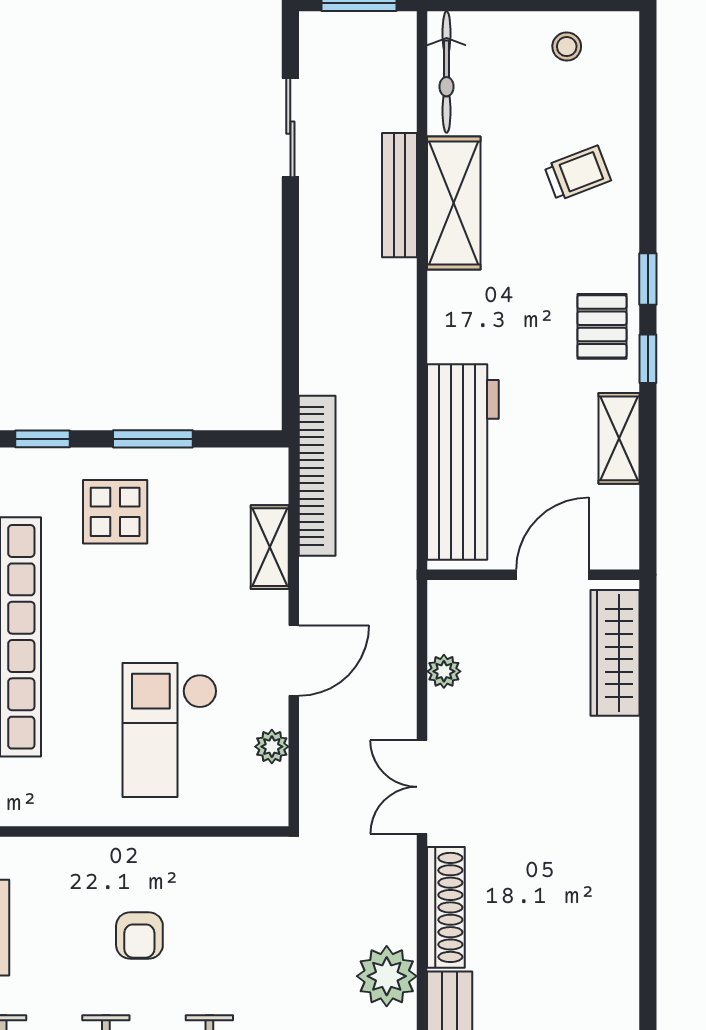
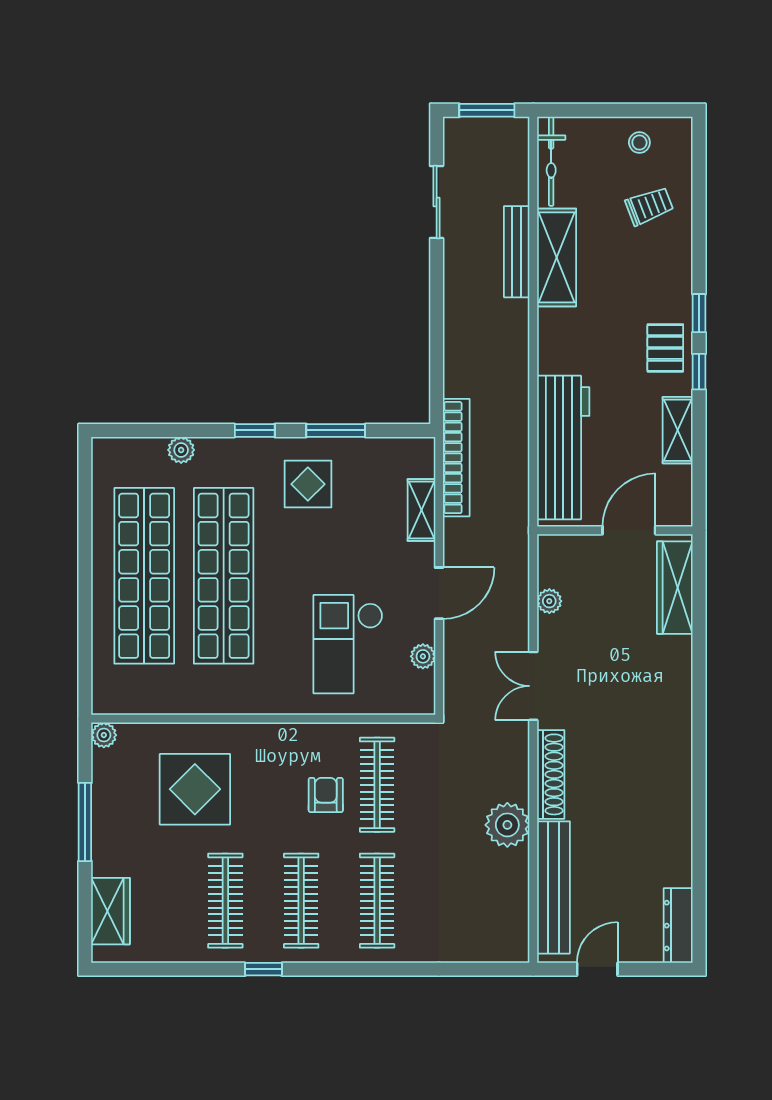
trolley: (578, 173) -> (649, 206), moved
clothes rail: (209, 921) -> (377, 785), added
armchair: (139, 935) -> (326, 795), turned 180

